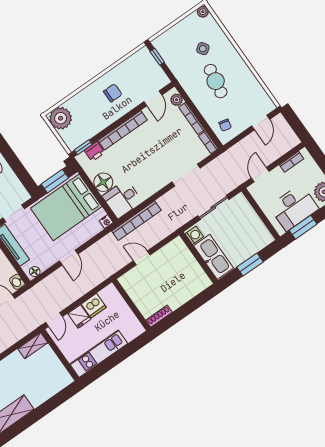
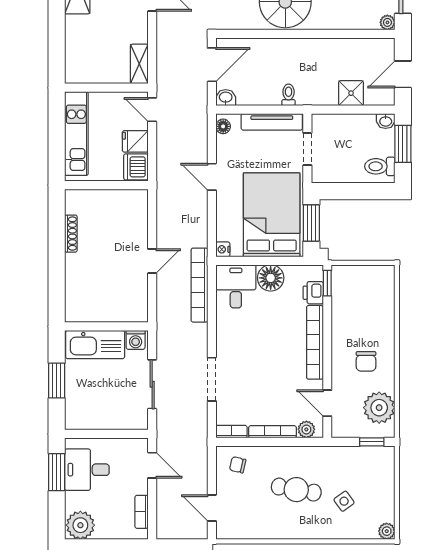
plant: (61, 118) -> (379, 408), moved
desk: (294, 208) -> (87, 470), width x0.73
wall: (131, 305) -> (106, 185), moved

